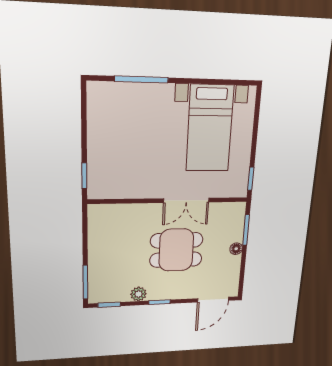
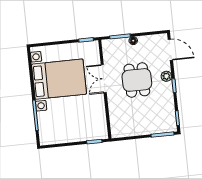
bed with nightstands: (210, 129) -> (59, 79), width x1.36
double door: (186, 200) -> (104, 79), swing flipped
plant: (138, 294) -> (166, 76), moved

